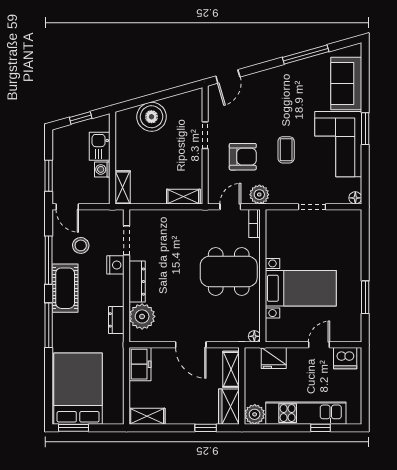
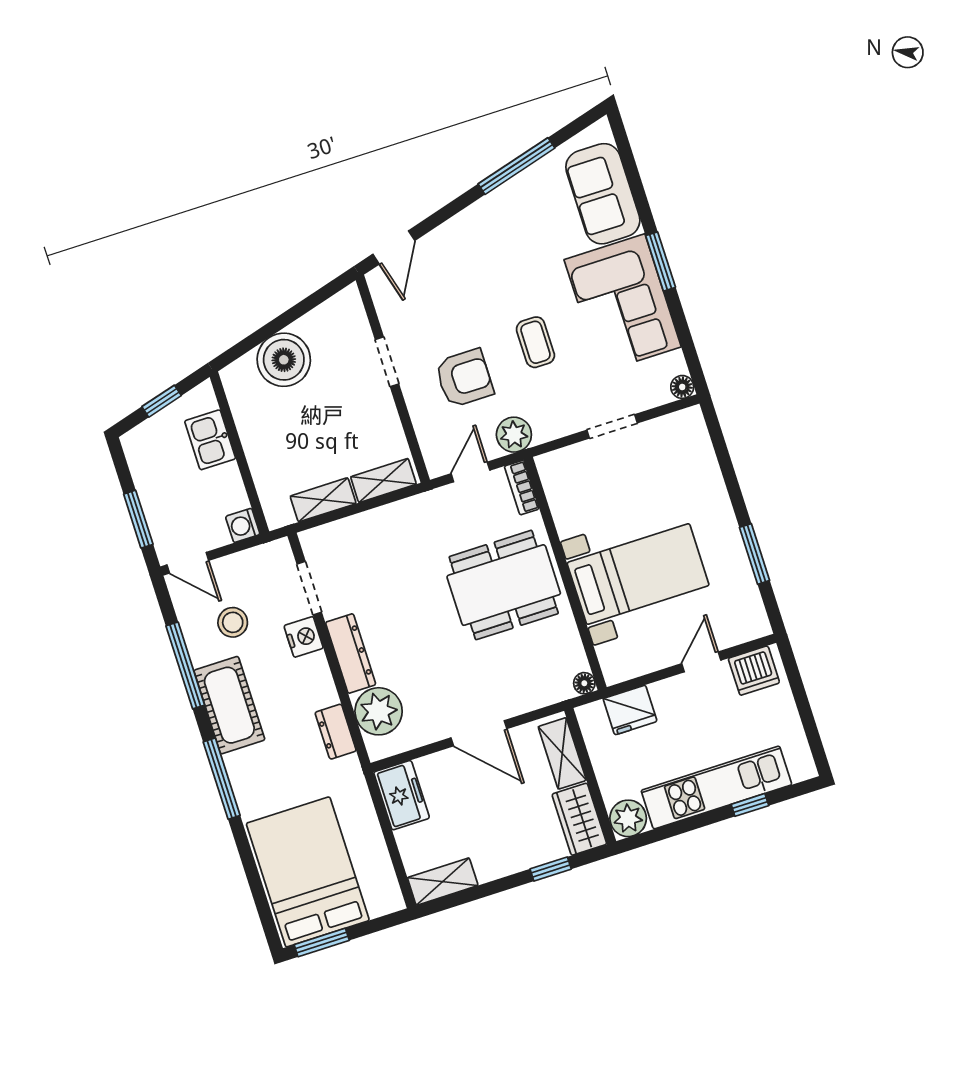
washing machine: (102, 169) -> (243, 525), moved
shelving: (123, 187) -> (323, 500), moved, turned 90

